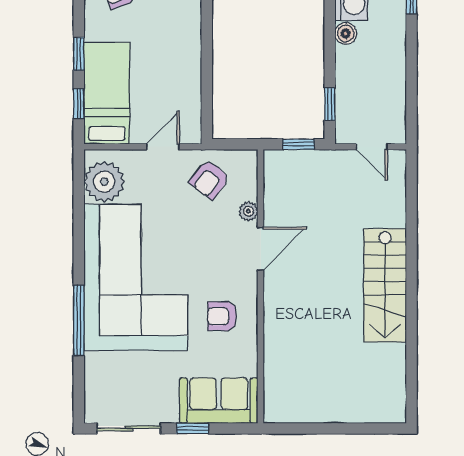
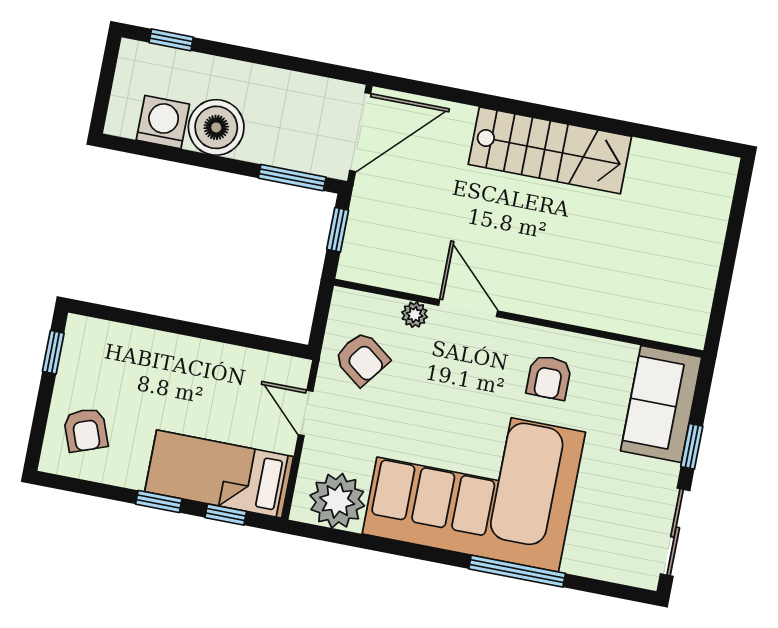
boiler: (346, 33) -> (216, 127), width x1.86, depth x1.86
window: (330, 104) -> (292, 178), width x1.50
door: (372, 147) -> (360, 132), width x1.88

